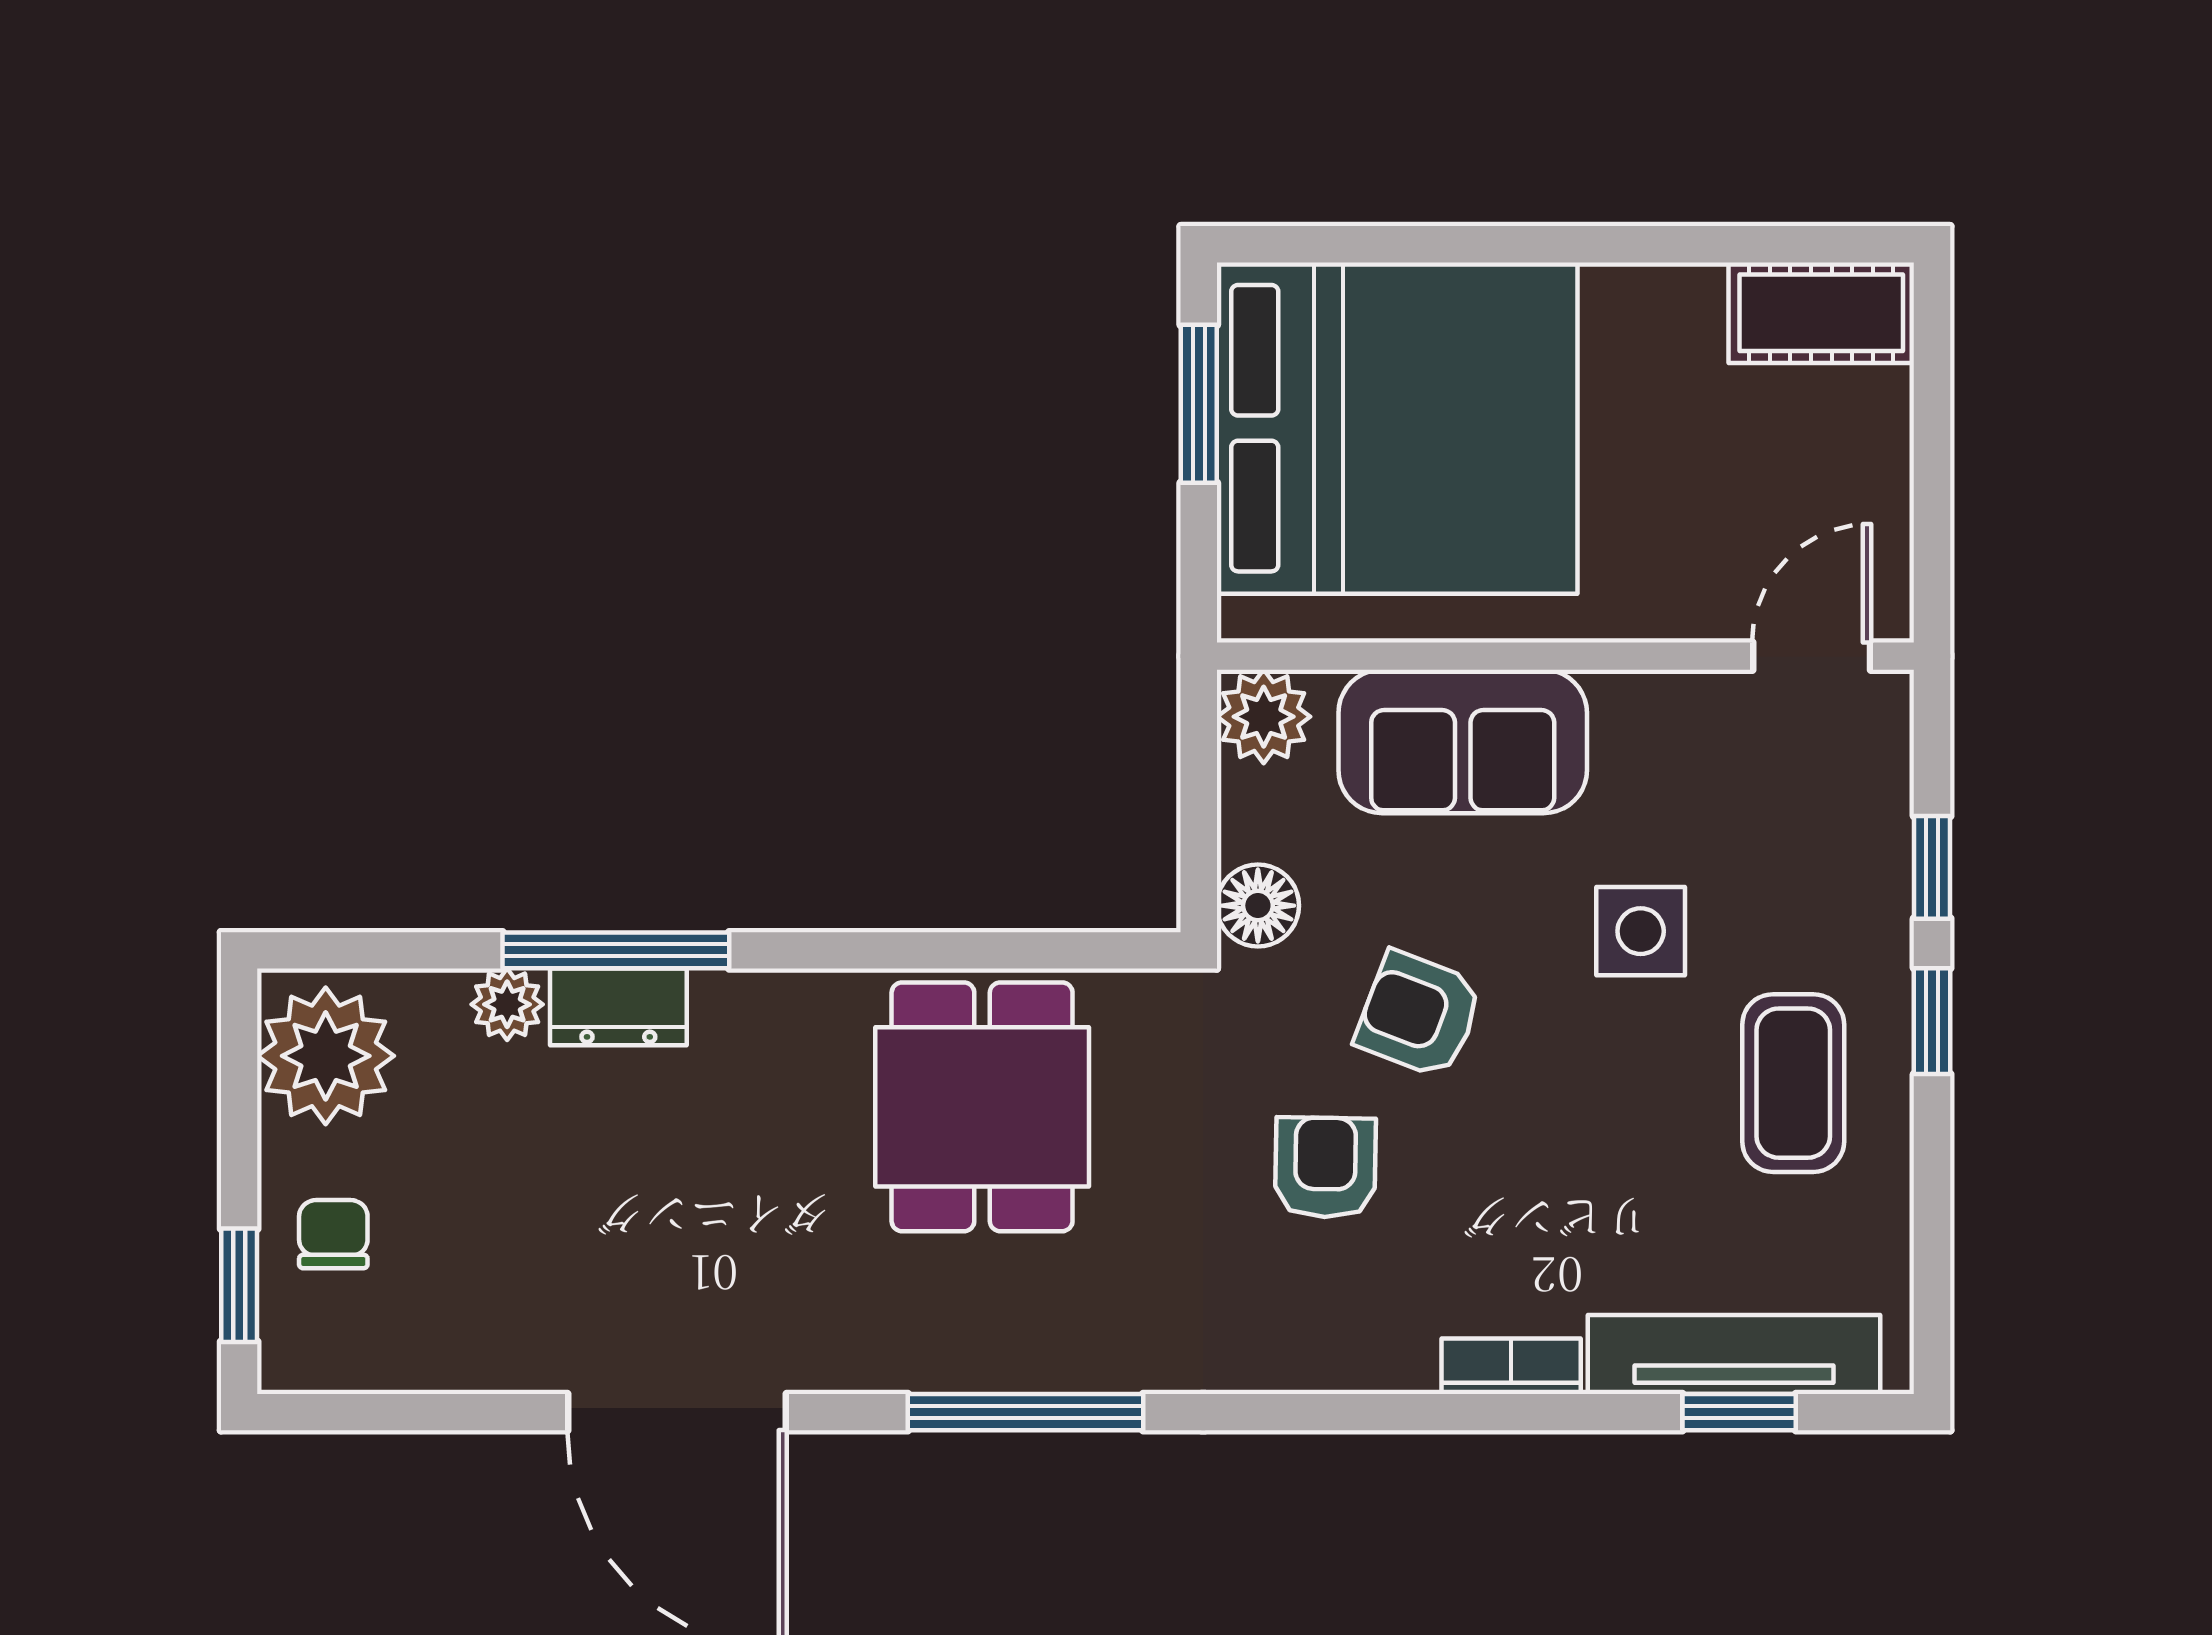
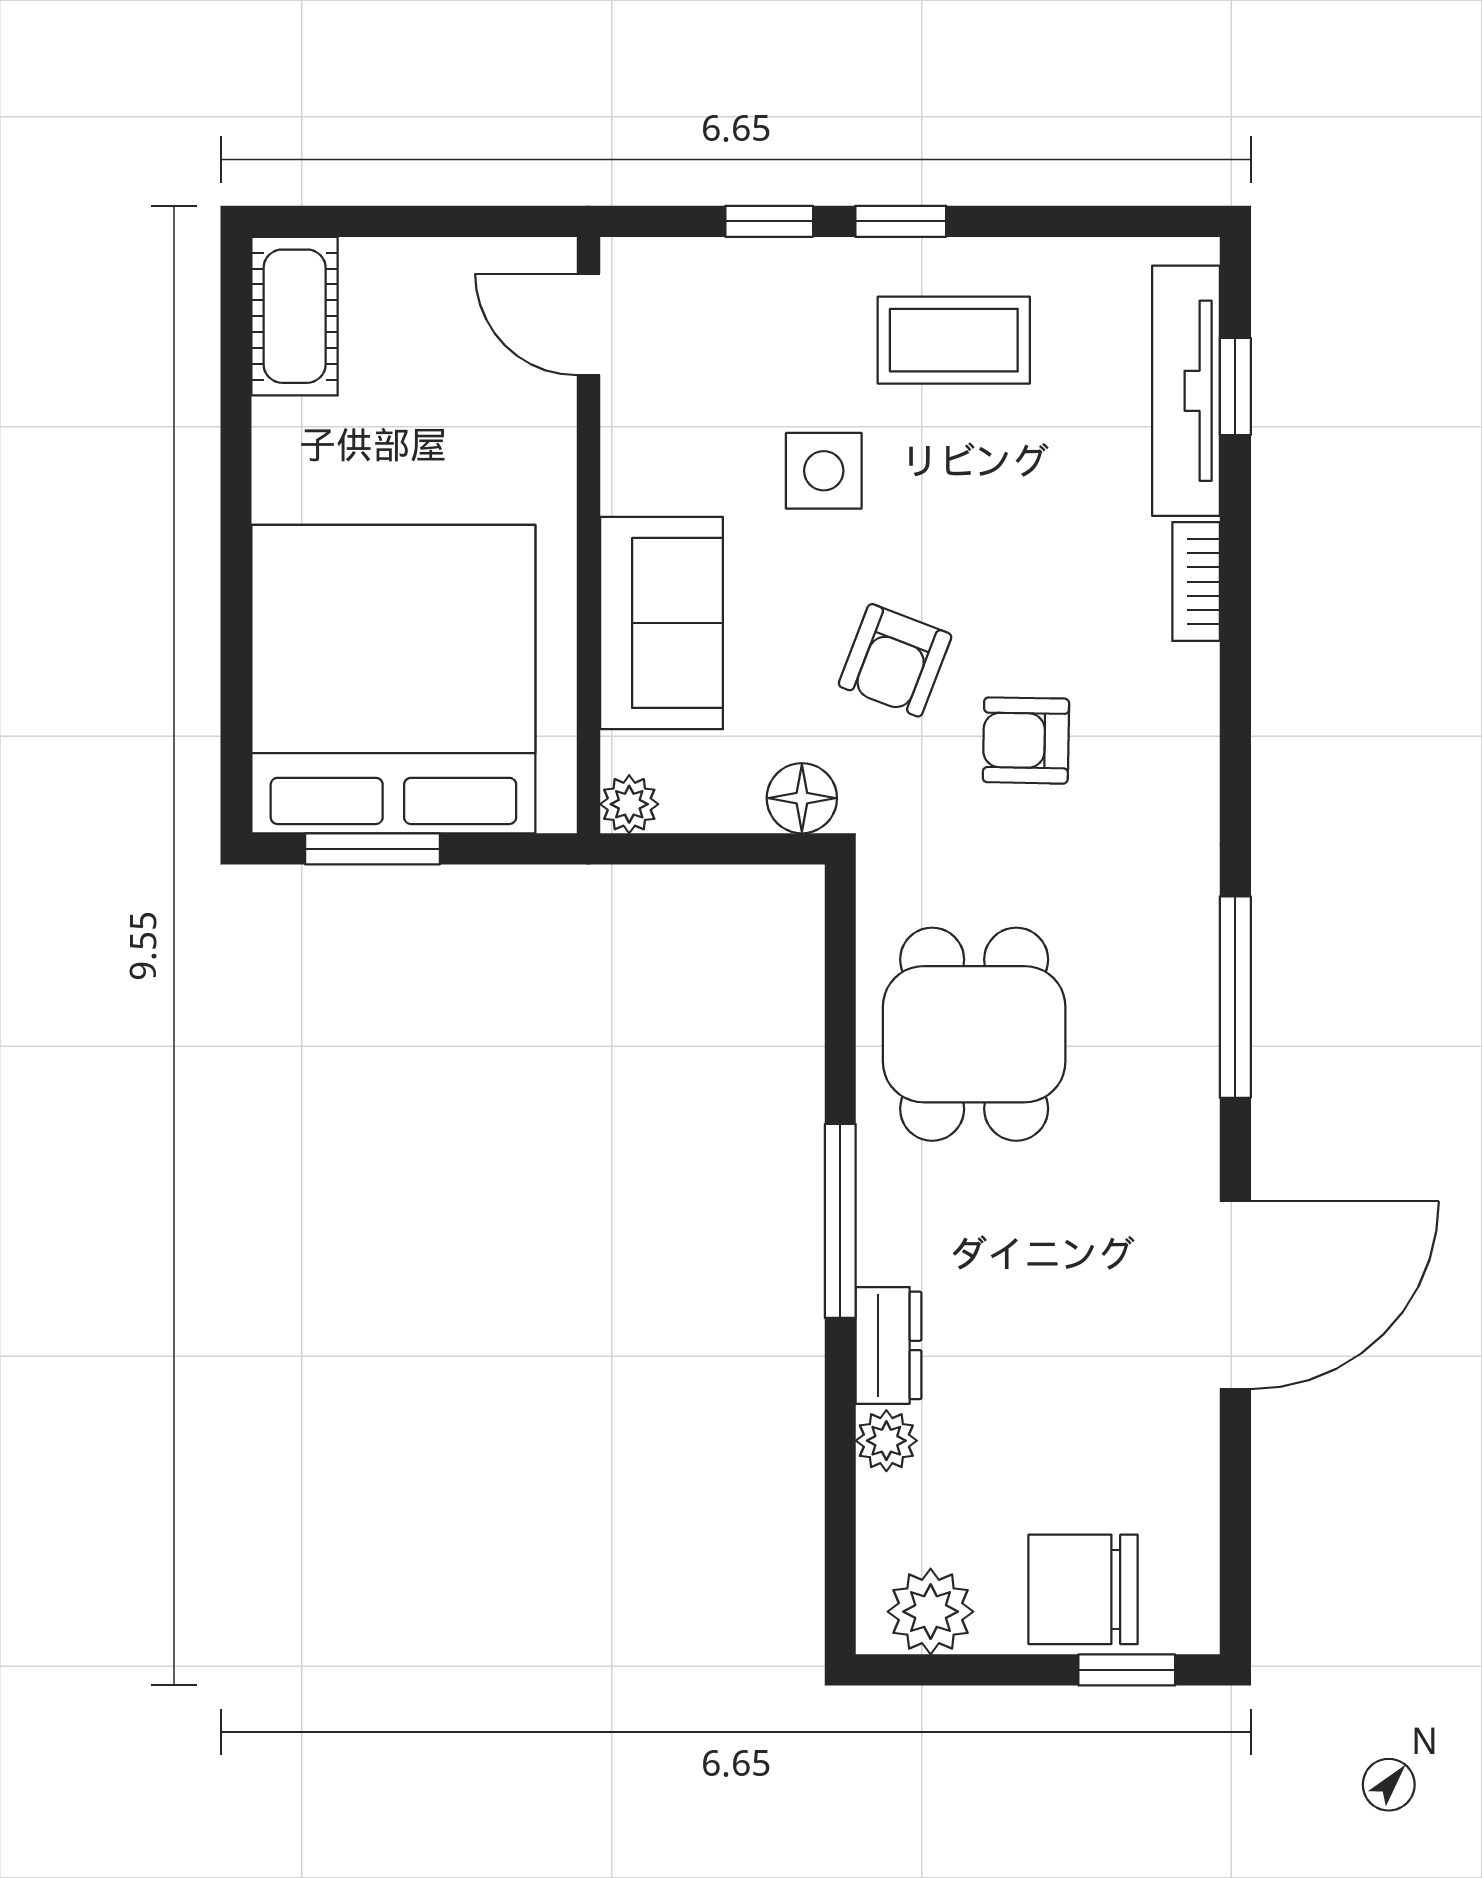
plant: (1264, 717) -> (629, 804), width x0.73, depth x0.73
window: (616, 950) -> (840, 1221), moved
plant: (326, 1056) -> (931, 1612), width x0.73, depth x0.73
dining table: (982, 1107) -> (974, 1034), turned 90
chair: (333, 1234) -> (1083, 1589), width x1.87, depth x1.87

